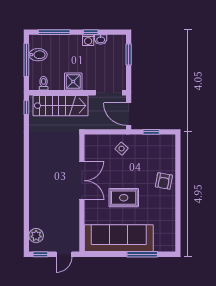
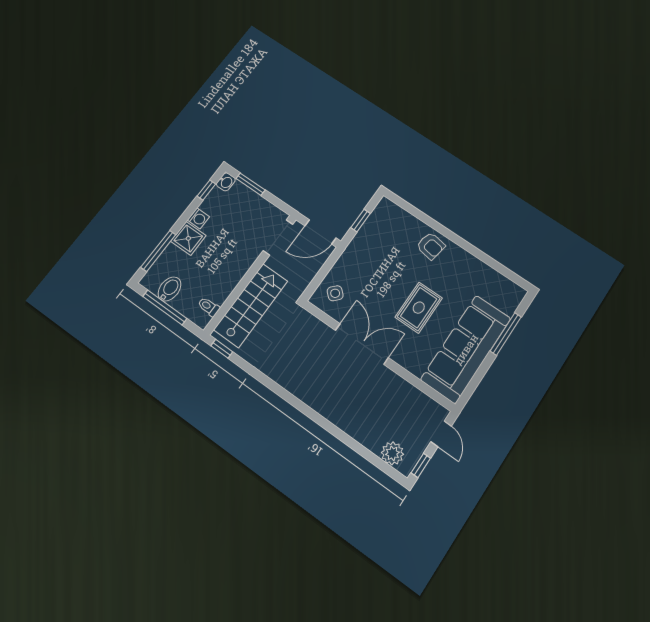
window: (91, 32) -> (206, 190), moved
washbasin: (101, 40) -> (226, 182), moved
shower: (73, 82) -> (188, 238), moved
side table: (122, 149) -> (335, 293), moved

